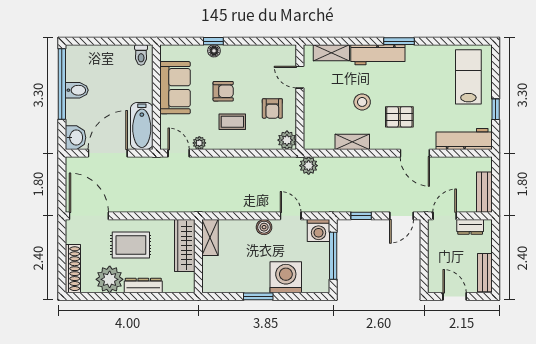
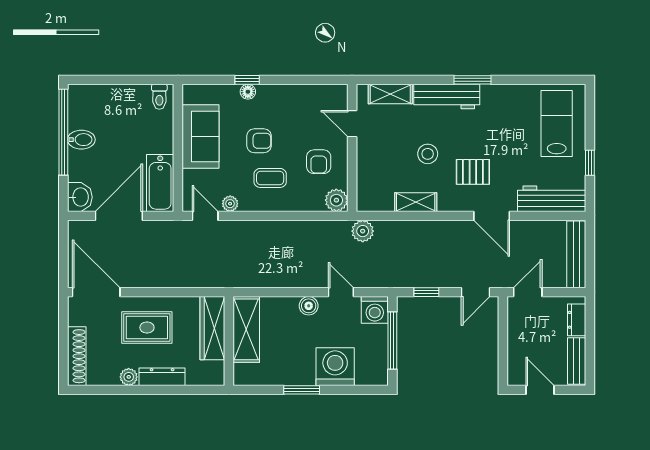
bench: (484, 192) -> (576, 254), width x1.36
dresser: (470, 227) -> (577, 320), moved, turned 90
shelving: (210, 238) -> (246, 329), width x1.50, depth x1.33
plant: (110, 279) -> (129, 377), width x0.53, depth x0.53

